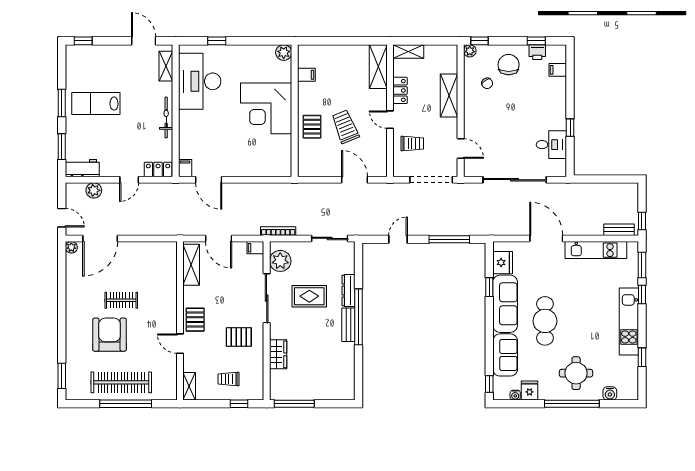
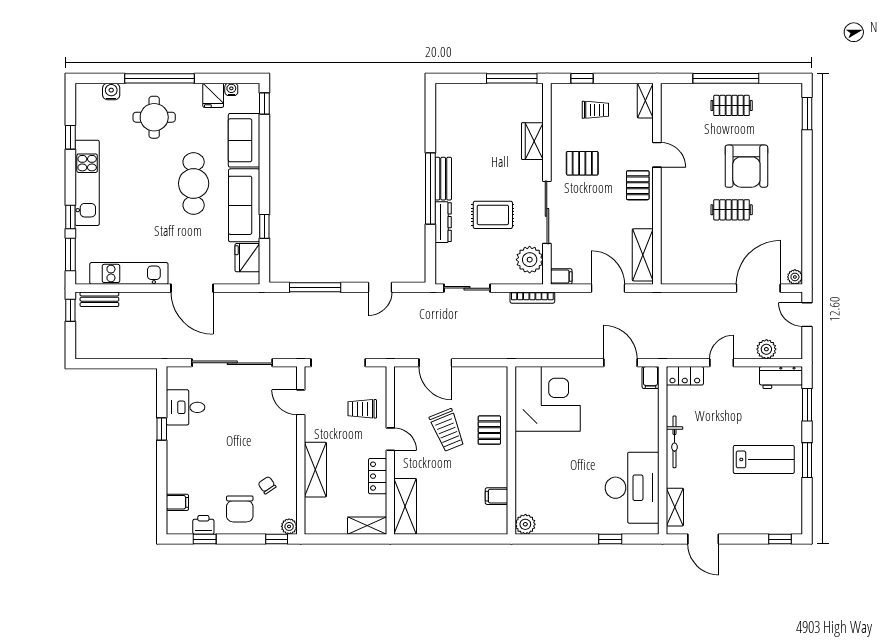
corner desk: (266, 108) -> (548, 399), moved
clothes rail: (121, 382) -> (732, 105), width x0.54, depth x0.76

